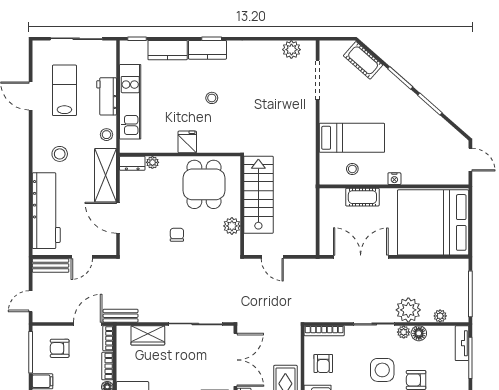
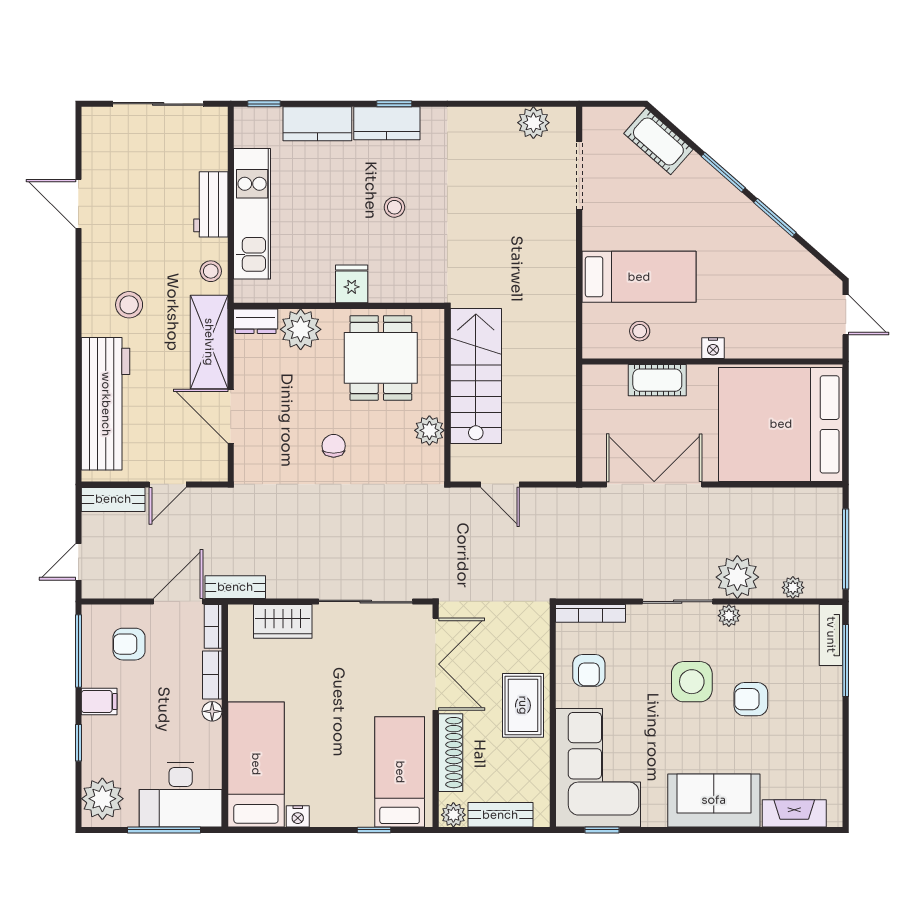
lab bench: (64, 90) -> (137, 194), removed
plant: (152, 162) -> (301, 329), width x1.88, depth x1.88
floor lamp: (419, 333) -> (756, 618), removed

